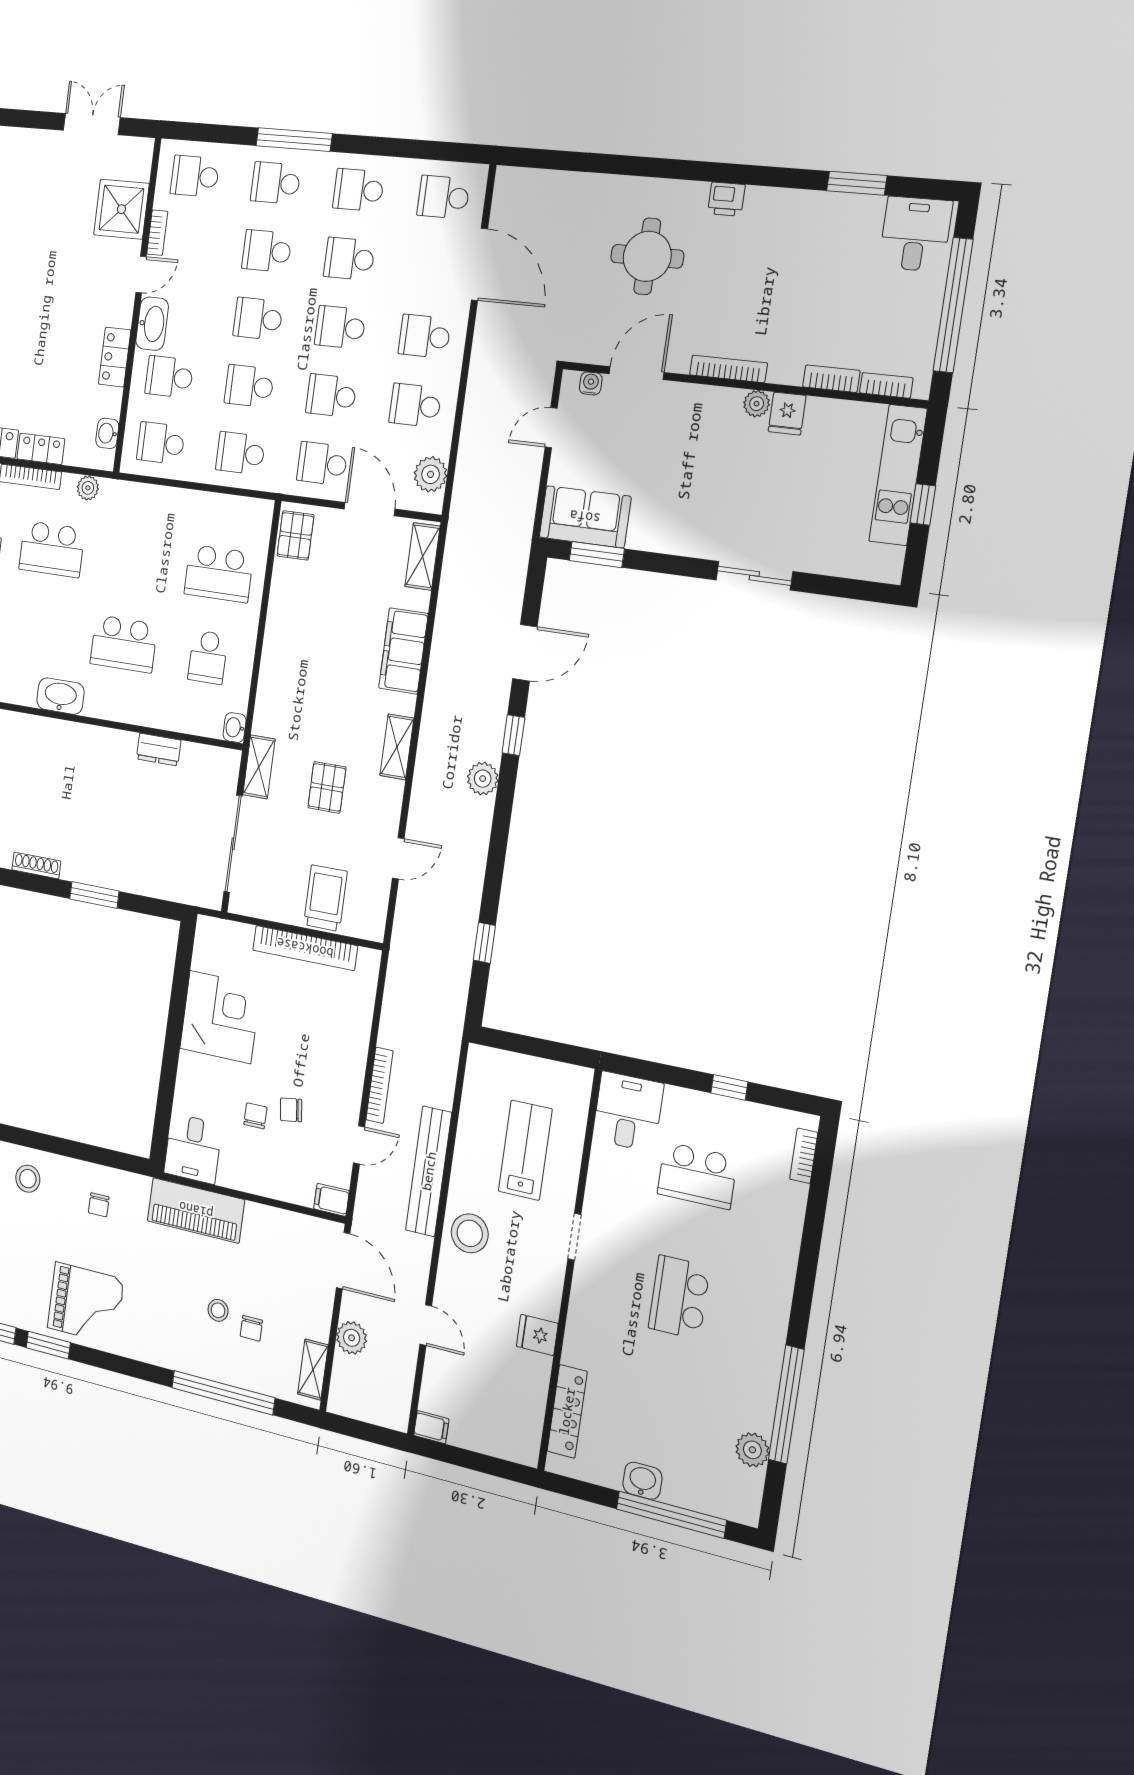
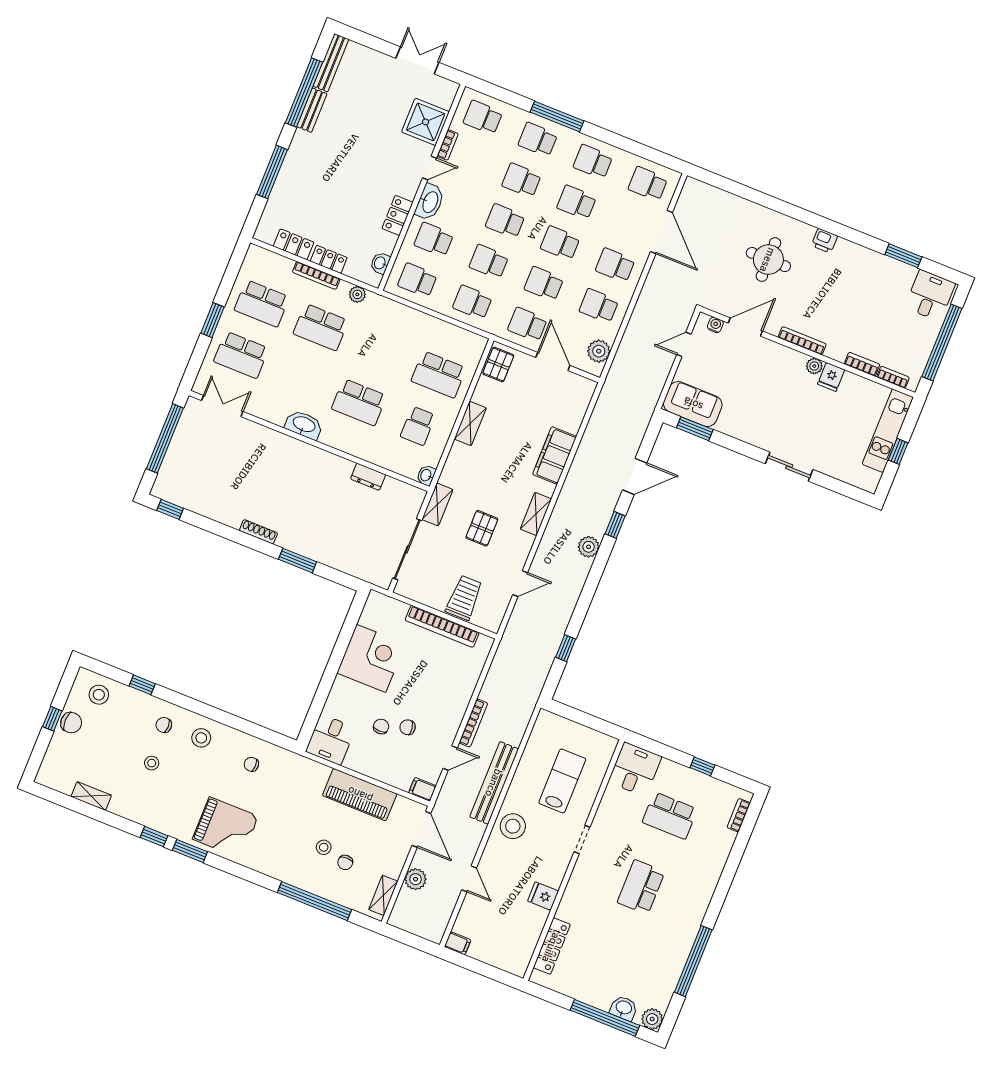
shelving: (422, 556) -> (470, 423), moved
chair: (99, 1205) -> (251, 764), turned 90
piano: (196, 1210) -> (360, 795), moved
plant: (752, 1450) -> (652, 1019), moved
washbasin: (642, 1481) -> (624, 1008), moved

